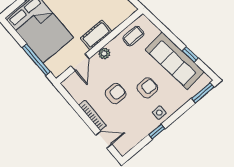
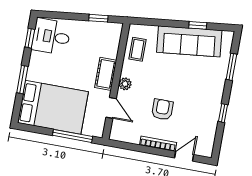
armchair: (147, 88) -> (185, 83), removed
window: (203, 93) -> (231, 67), moved
side table: (159, 113) -> (212, 95), removed

